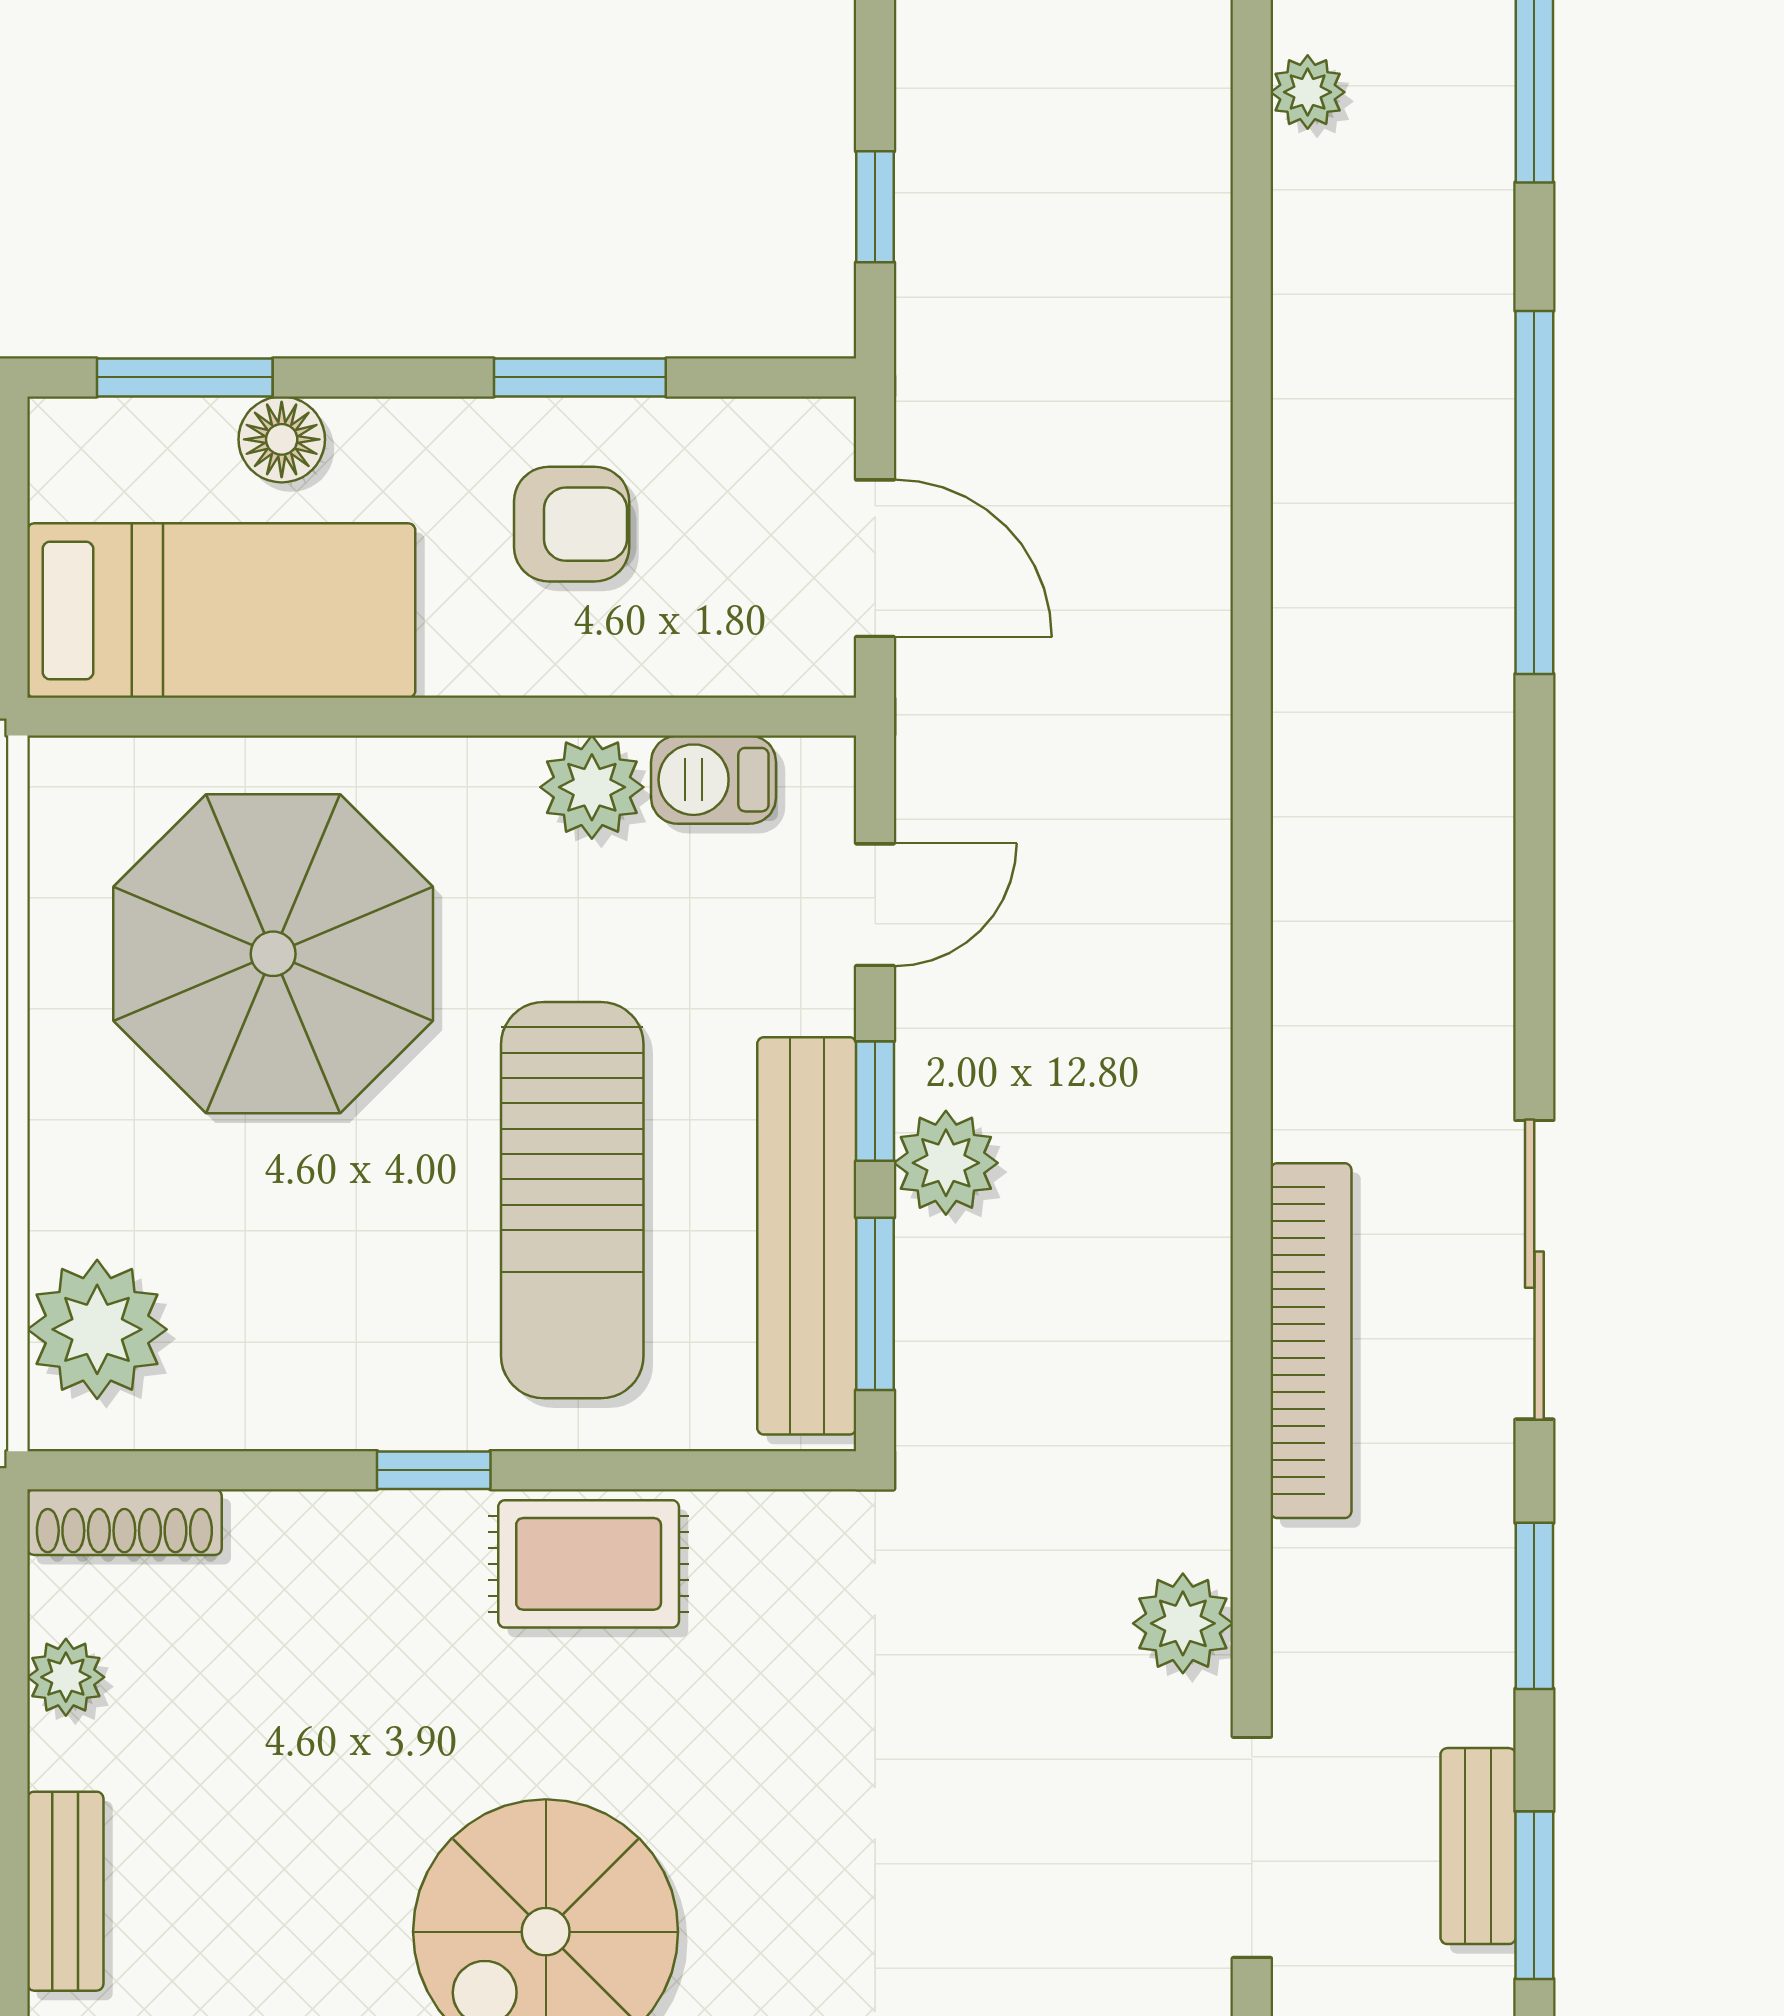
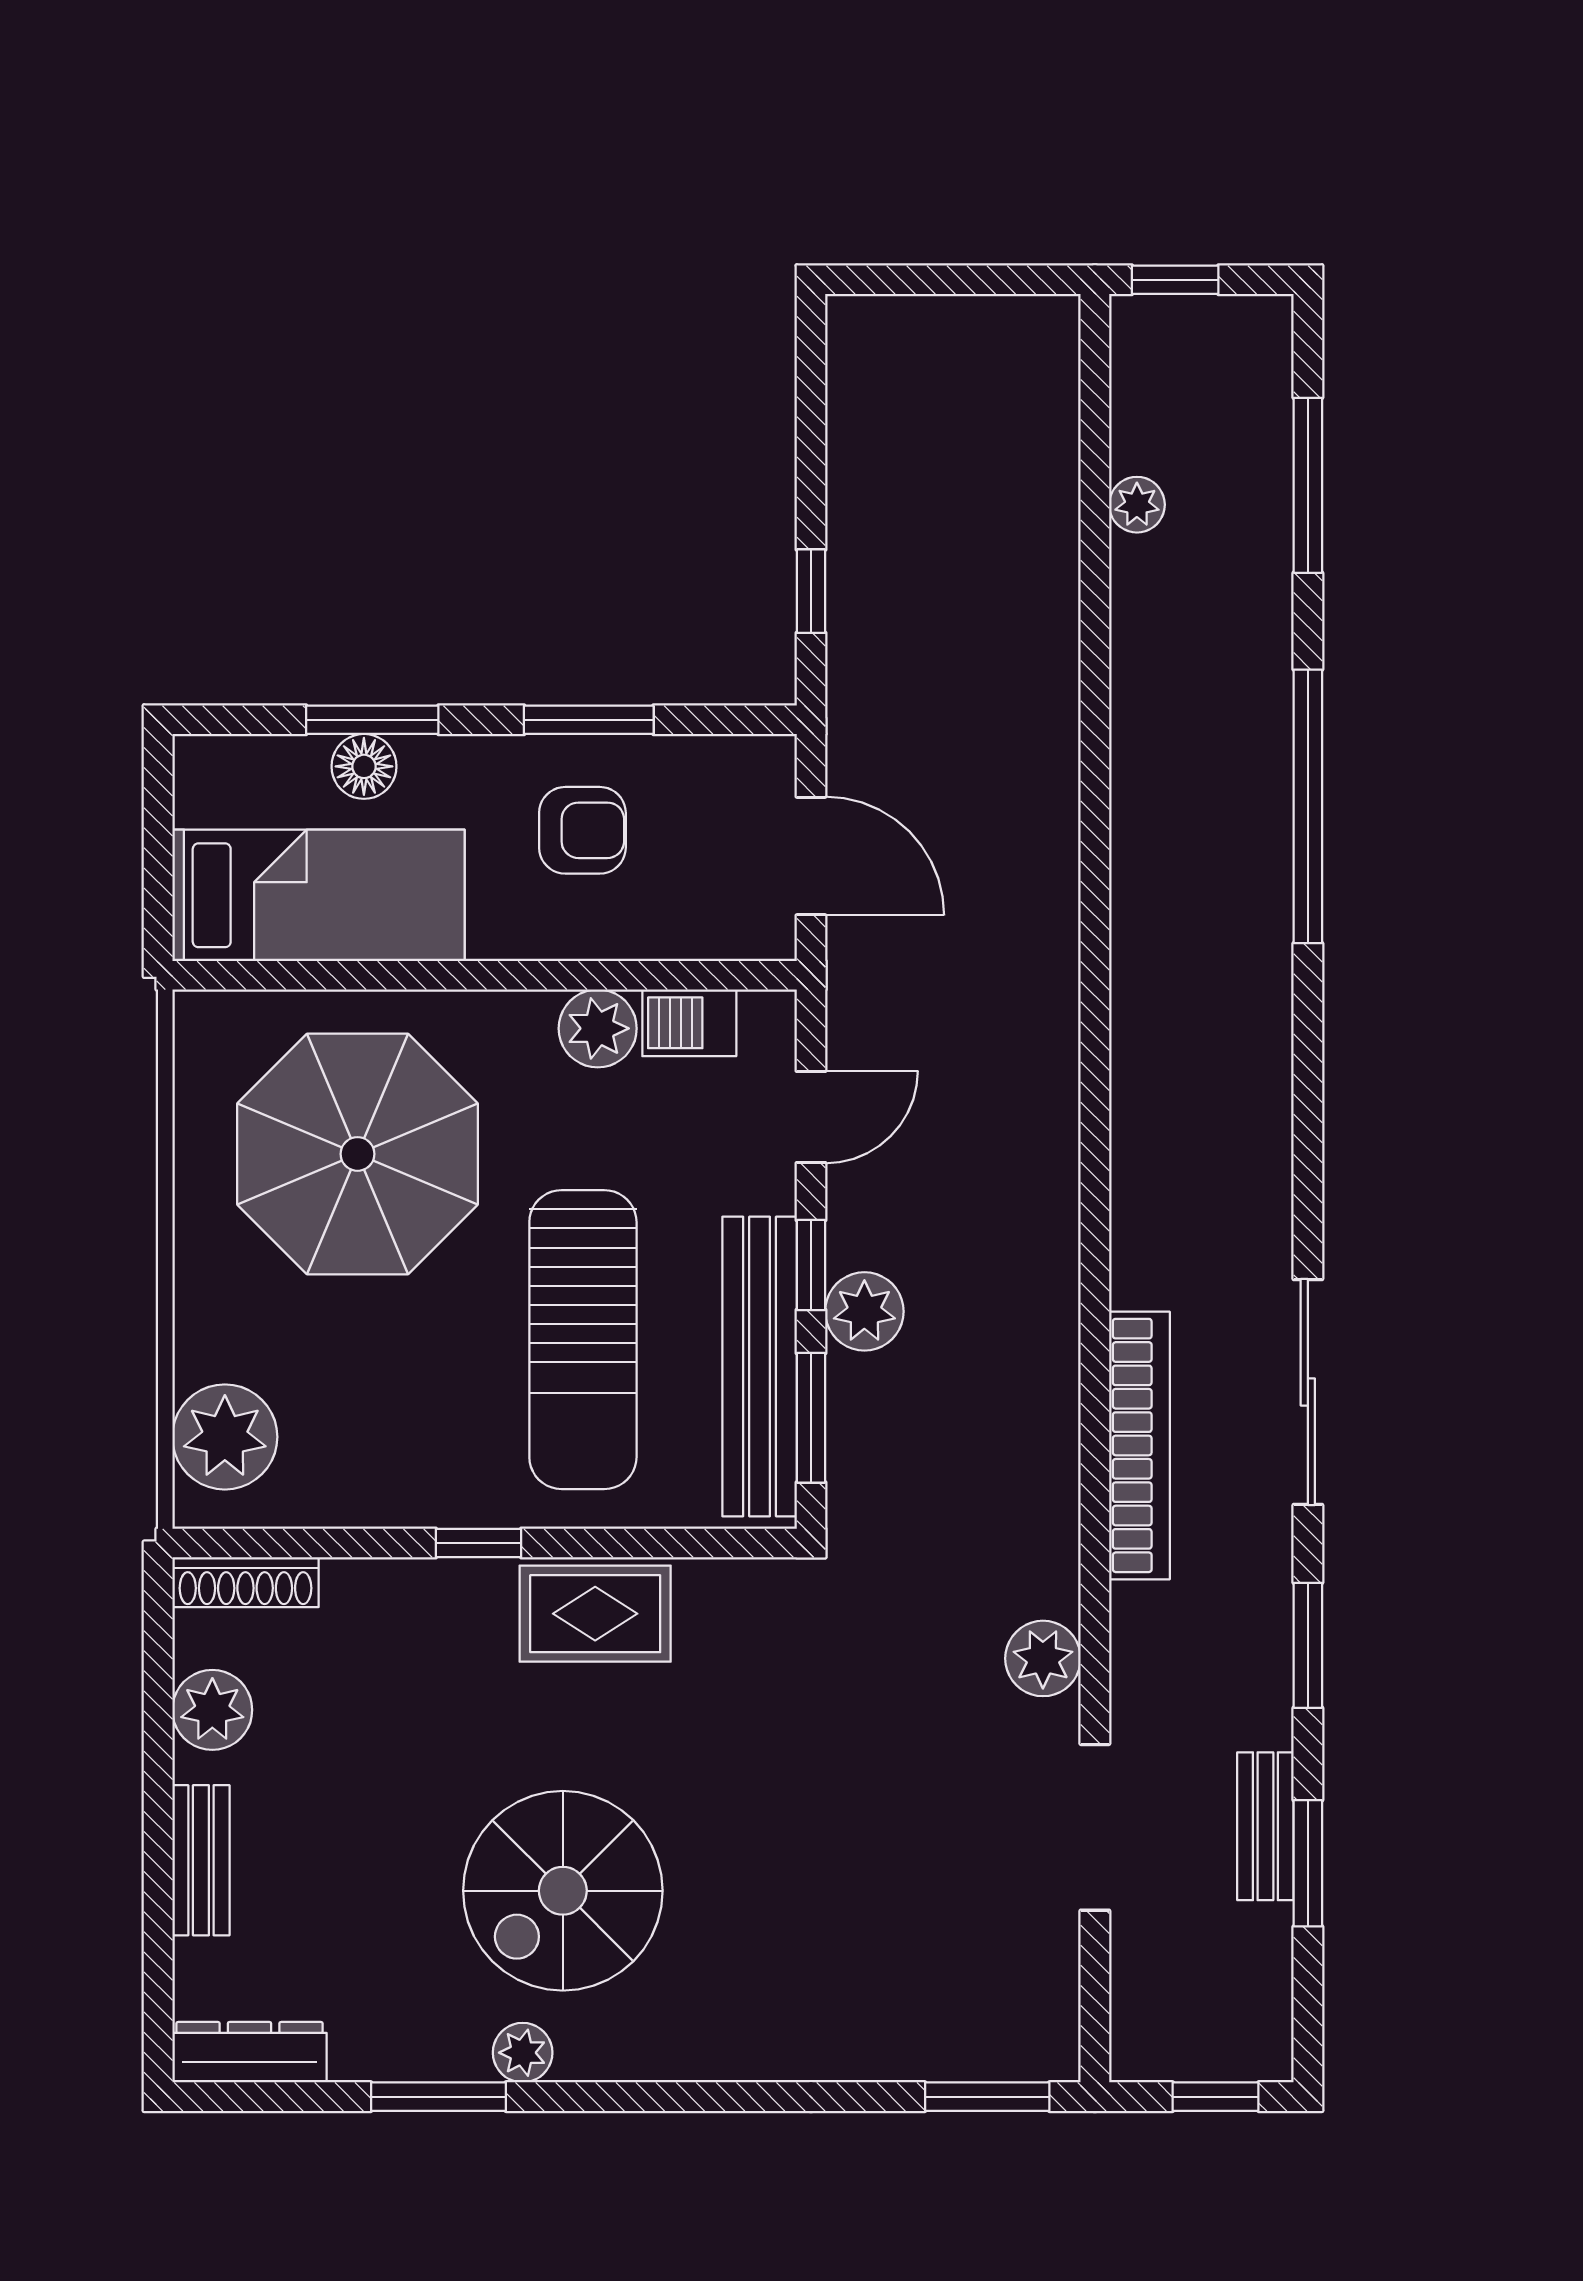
window: (185, 377) -> (372, 720), moved
plant: (66, 1677) -> (212, 1710), width x1.38, depth x1.38

